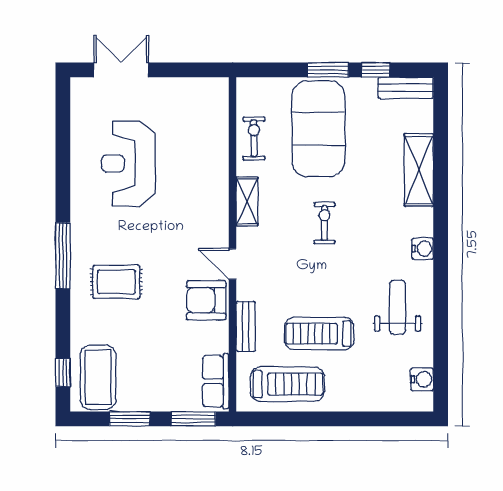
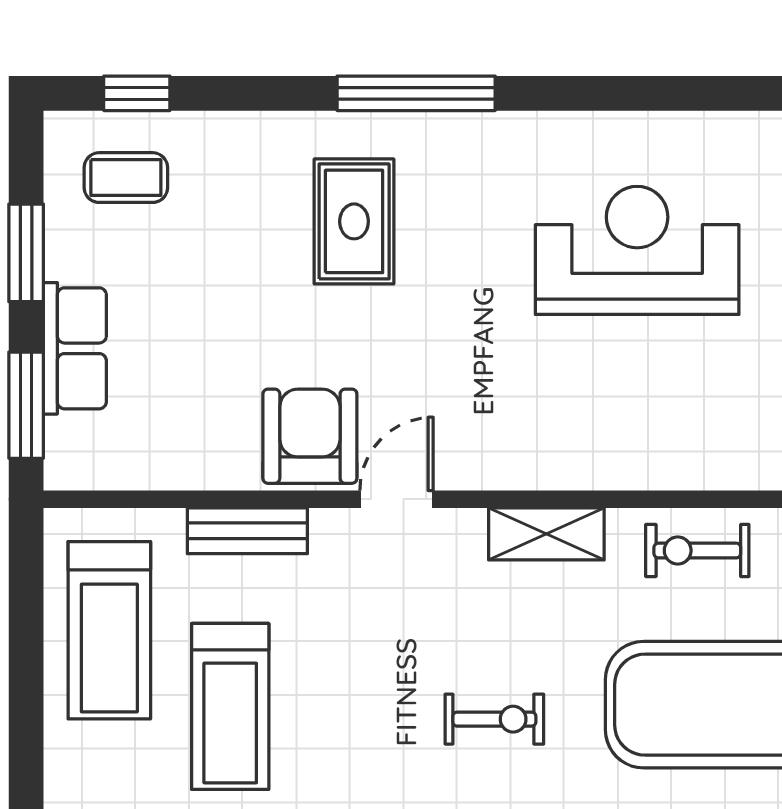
exercise bike: (254, 138) -> (697, 551), turned 180
treadmill: (319, 334) -> (230, 706), turned 180
coffee table: (98, 377) -> (126, 178), width x0.54, depth x0.58
row of seats: (216, 381) -> (75, 348), moved, turned 90

